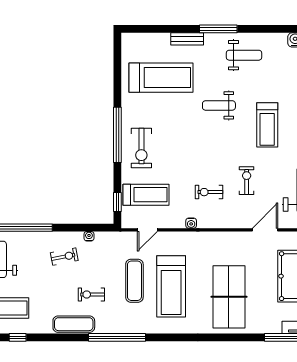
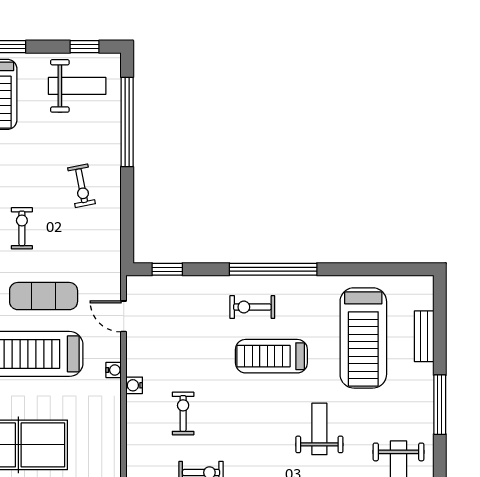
window: (218, 29) -> (440, 405), moved
bench: (187, 39) -> (424, 336), moved
exercise bike: (141, 148) -> (252, 307), width x0.73, depth x0.72
treadmill: (146, 195) -> (271, 356), moved, turned 90
water cooler: (89, 236) -> (114, 370), moved

